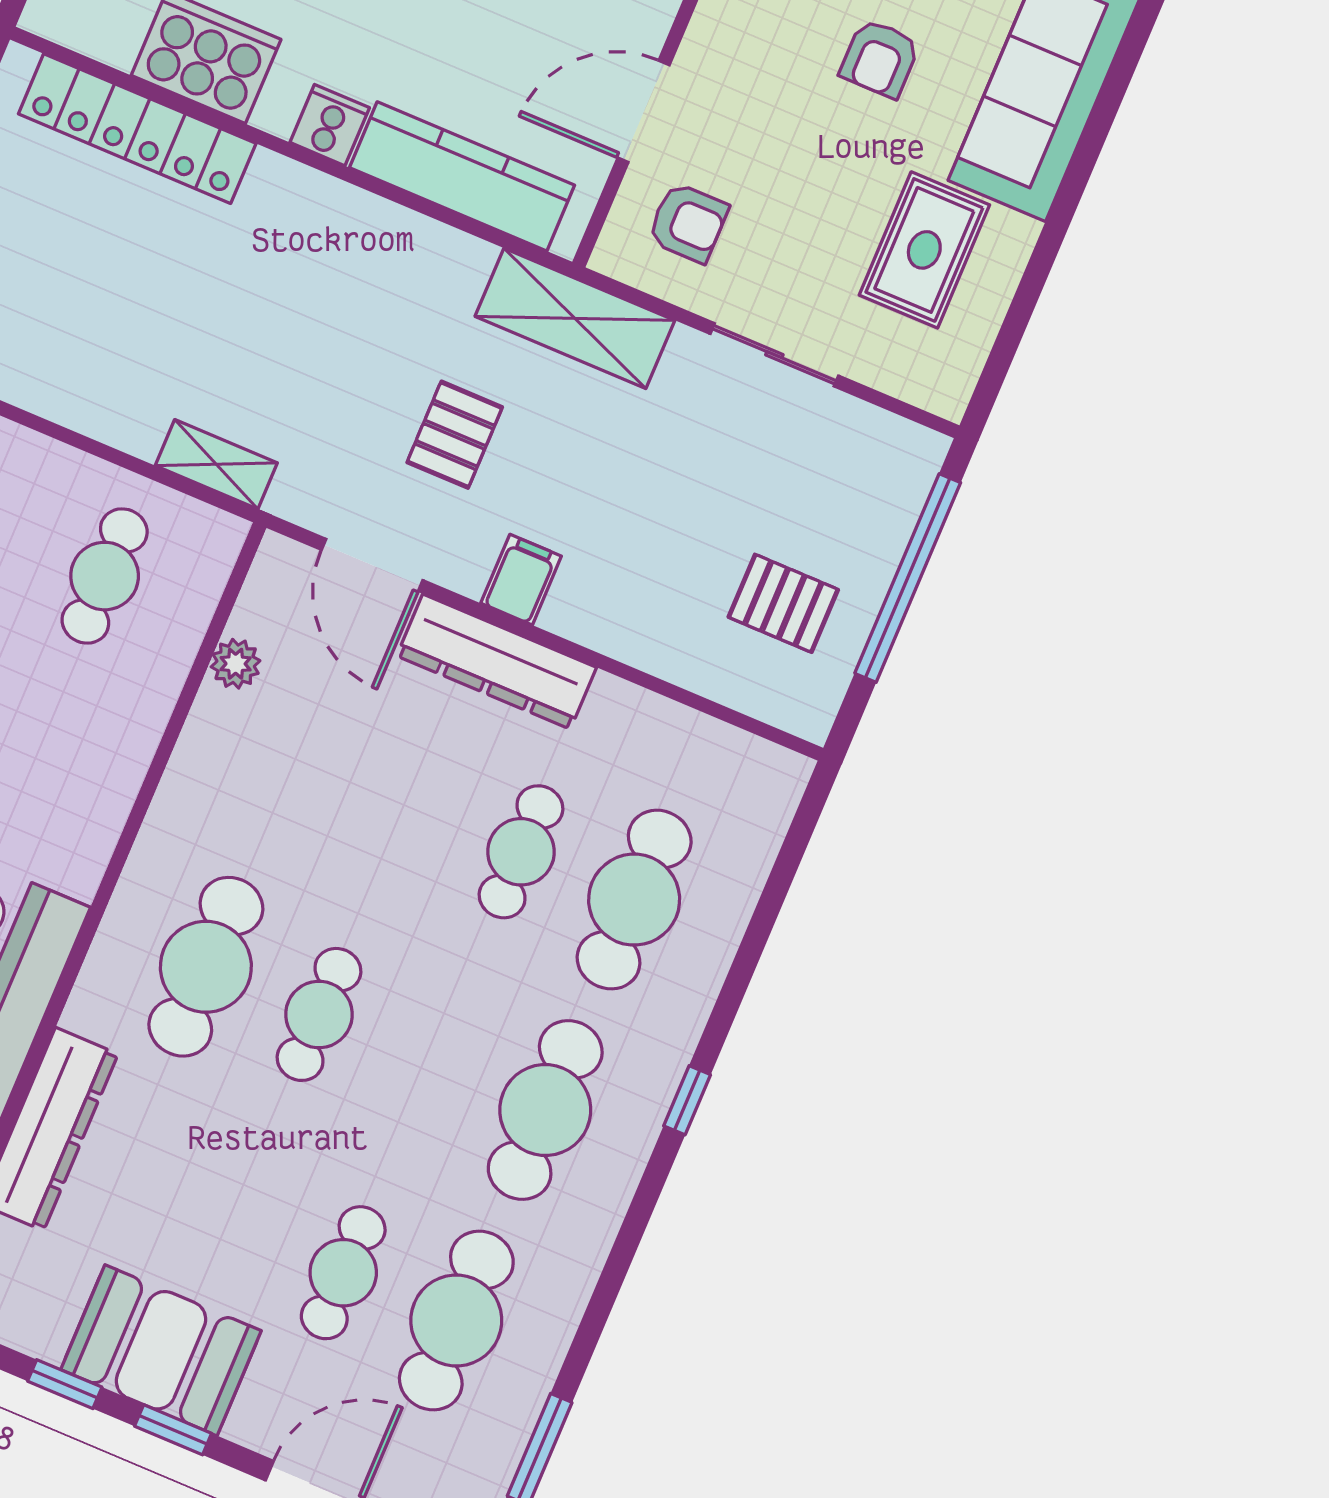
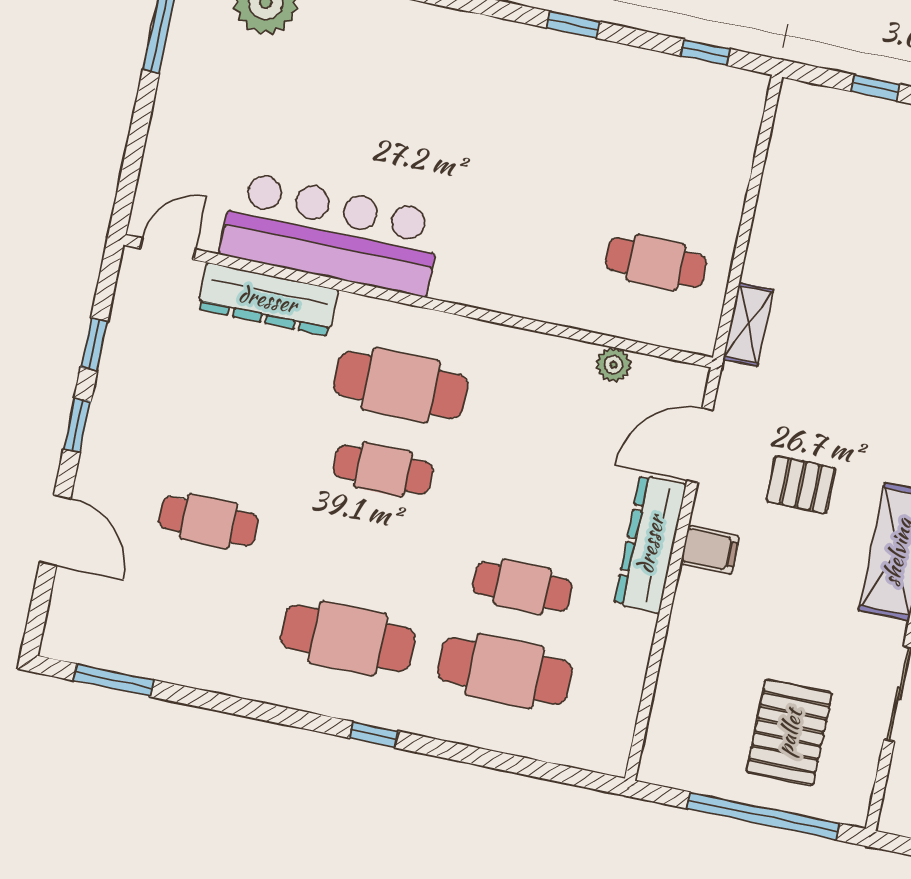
pallet: (783, 603) -> (789, 732), moved, width x1.50, depth x1.42
cafe table: (456, 1320) -> (191, 605), removed
booth: (161, 1350) -> (130, 406), removed

